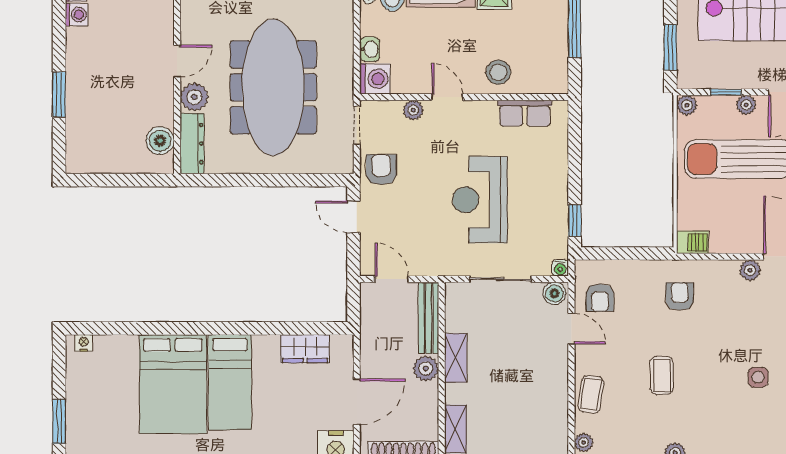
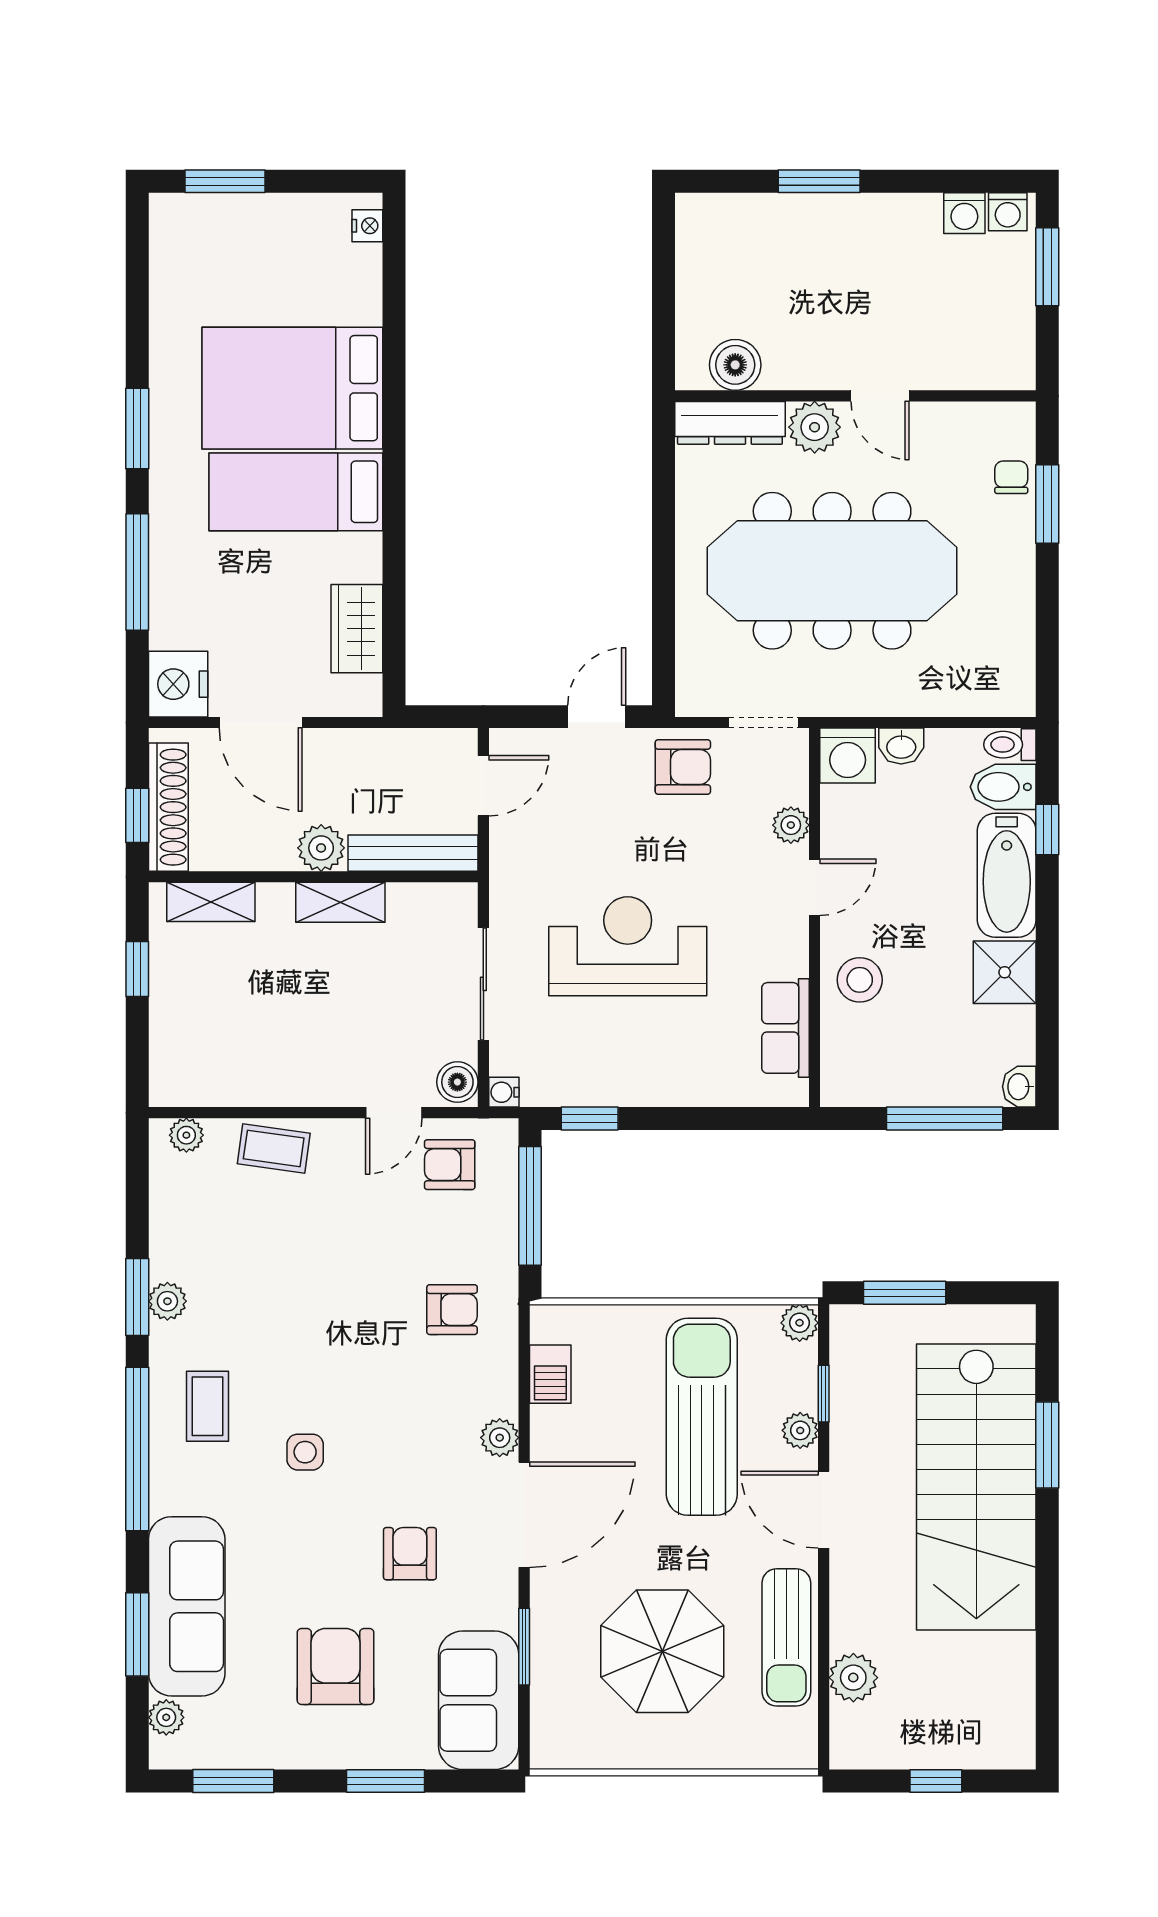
barbecue: (693, 242) -> (550, 1374), moved
window: (623, 253) -> (530, 1206), added
coffee table: (662, 375) -> (208, 1406), moved, turned 90

